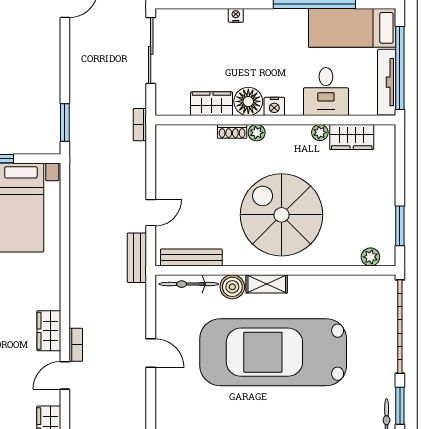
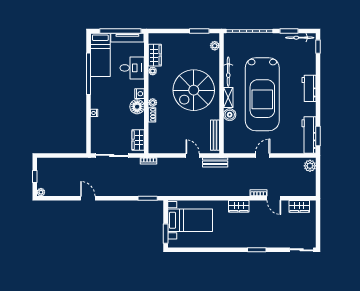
wardrobe: (211, 104) -> (138, 140), moved
bicycle: (189, 284) -> (228, 72), moved
wardrobe: (49, 331) -> (239, 206), moved

